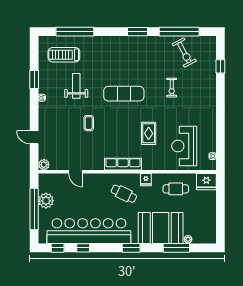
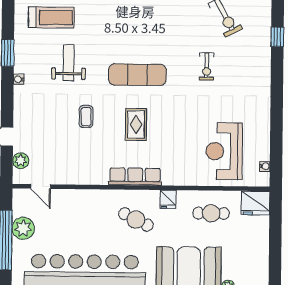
treadmill: (64, 55) -> (51, 17), turned 180
rug: (149, 133) -> (136, 125), moved
plant: (44, 165) -> (21, 161), moved
door: (75, 172) -> (41, 186), moved

